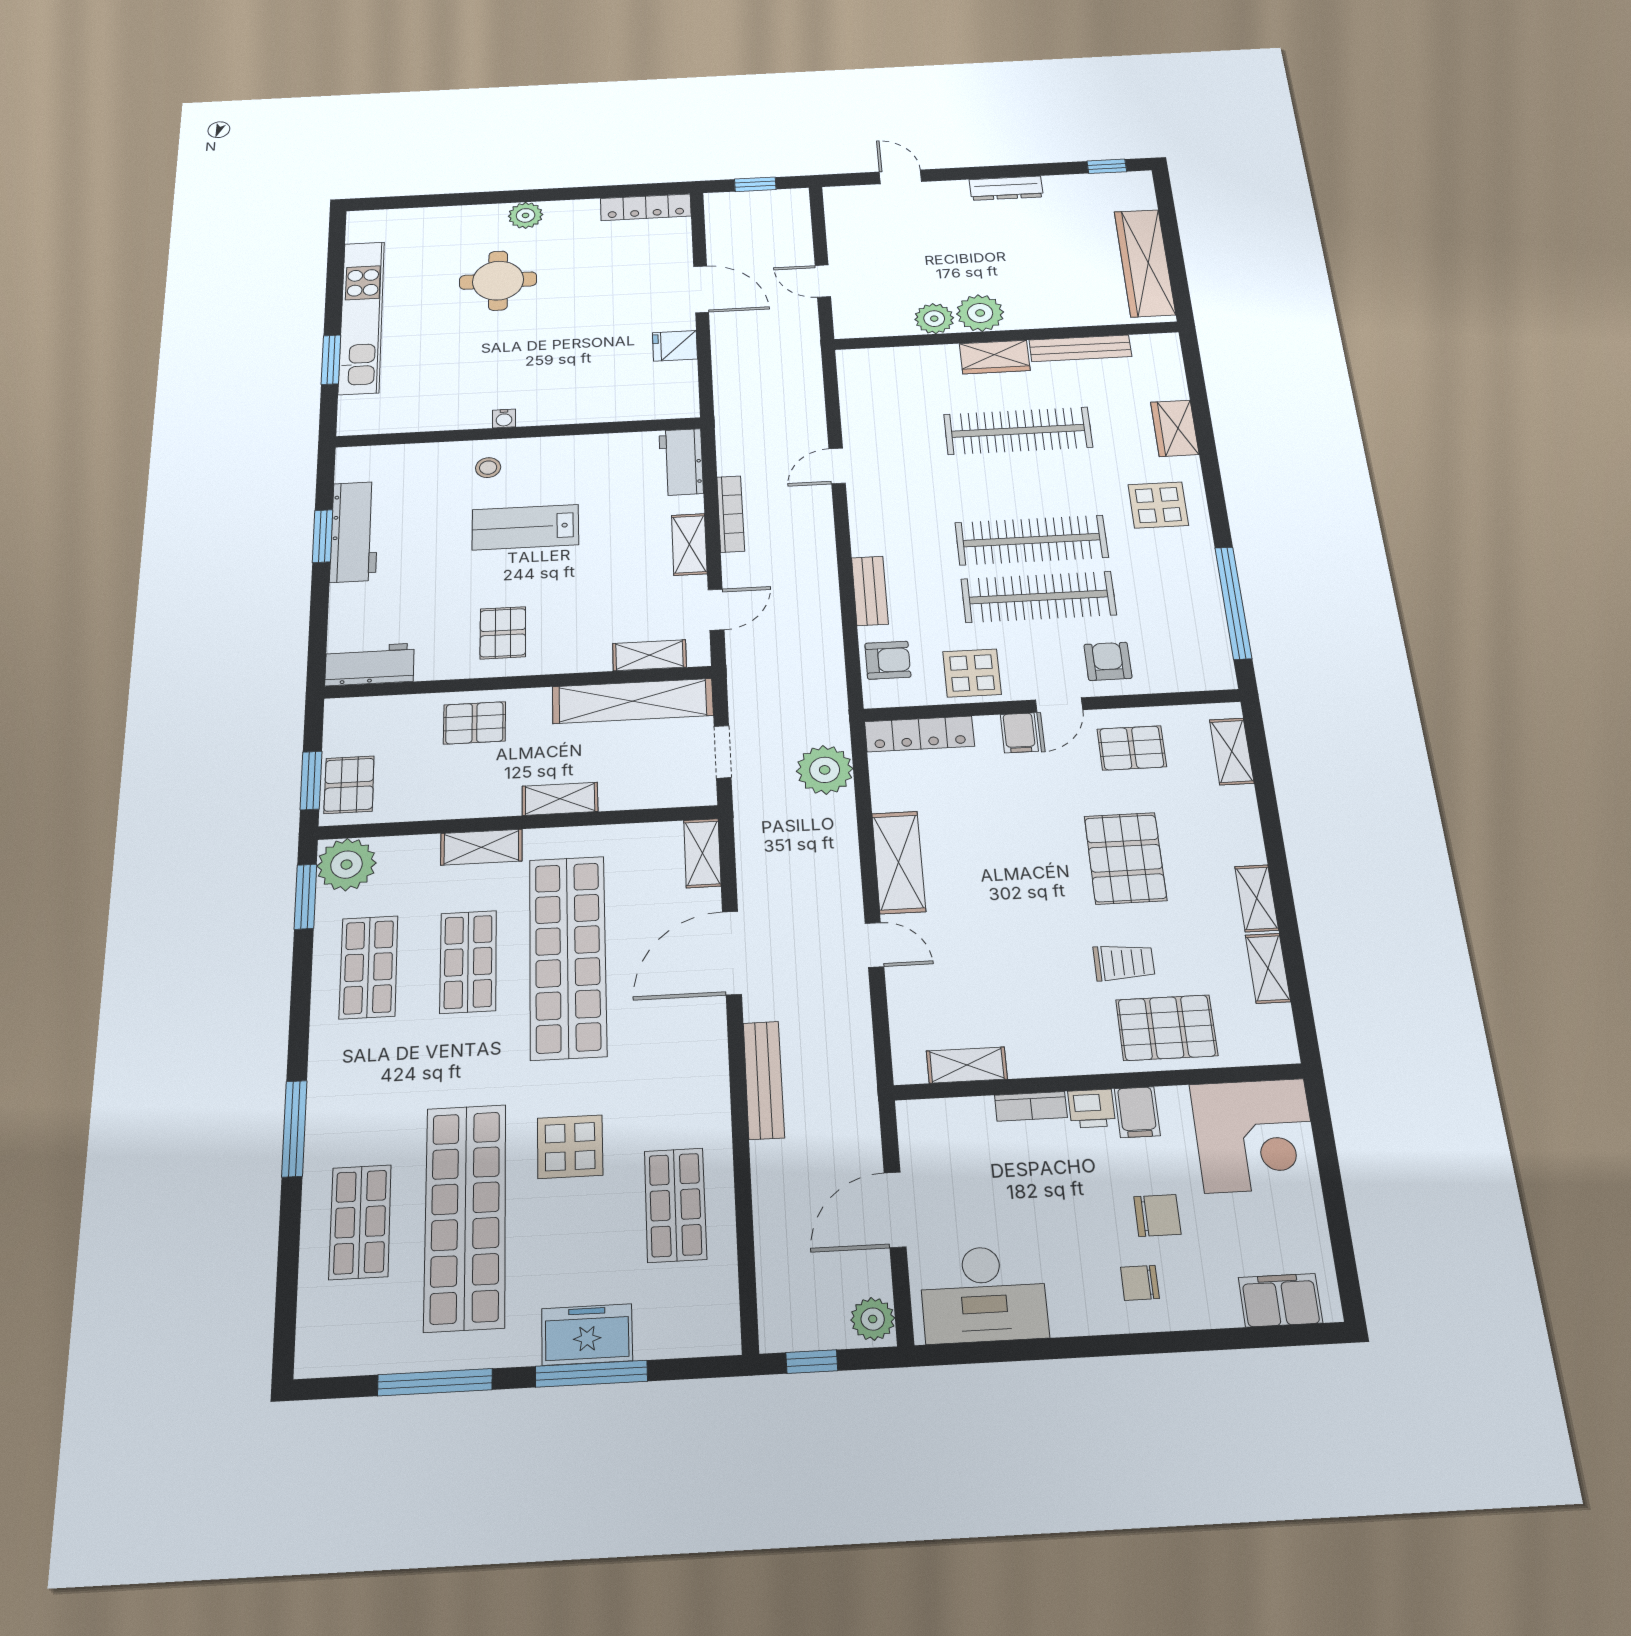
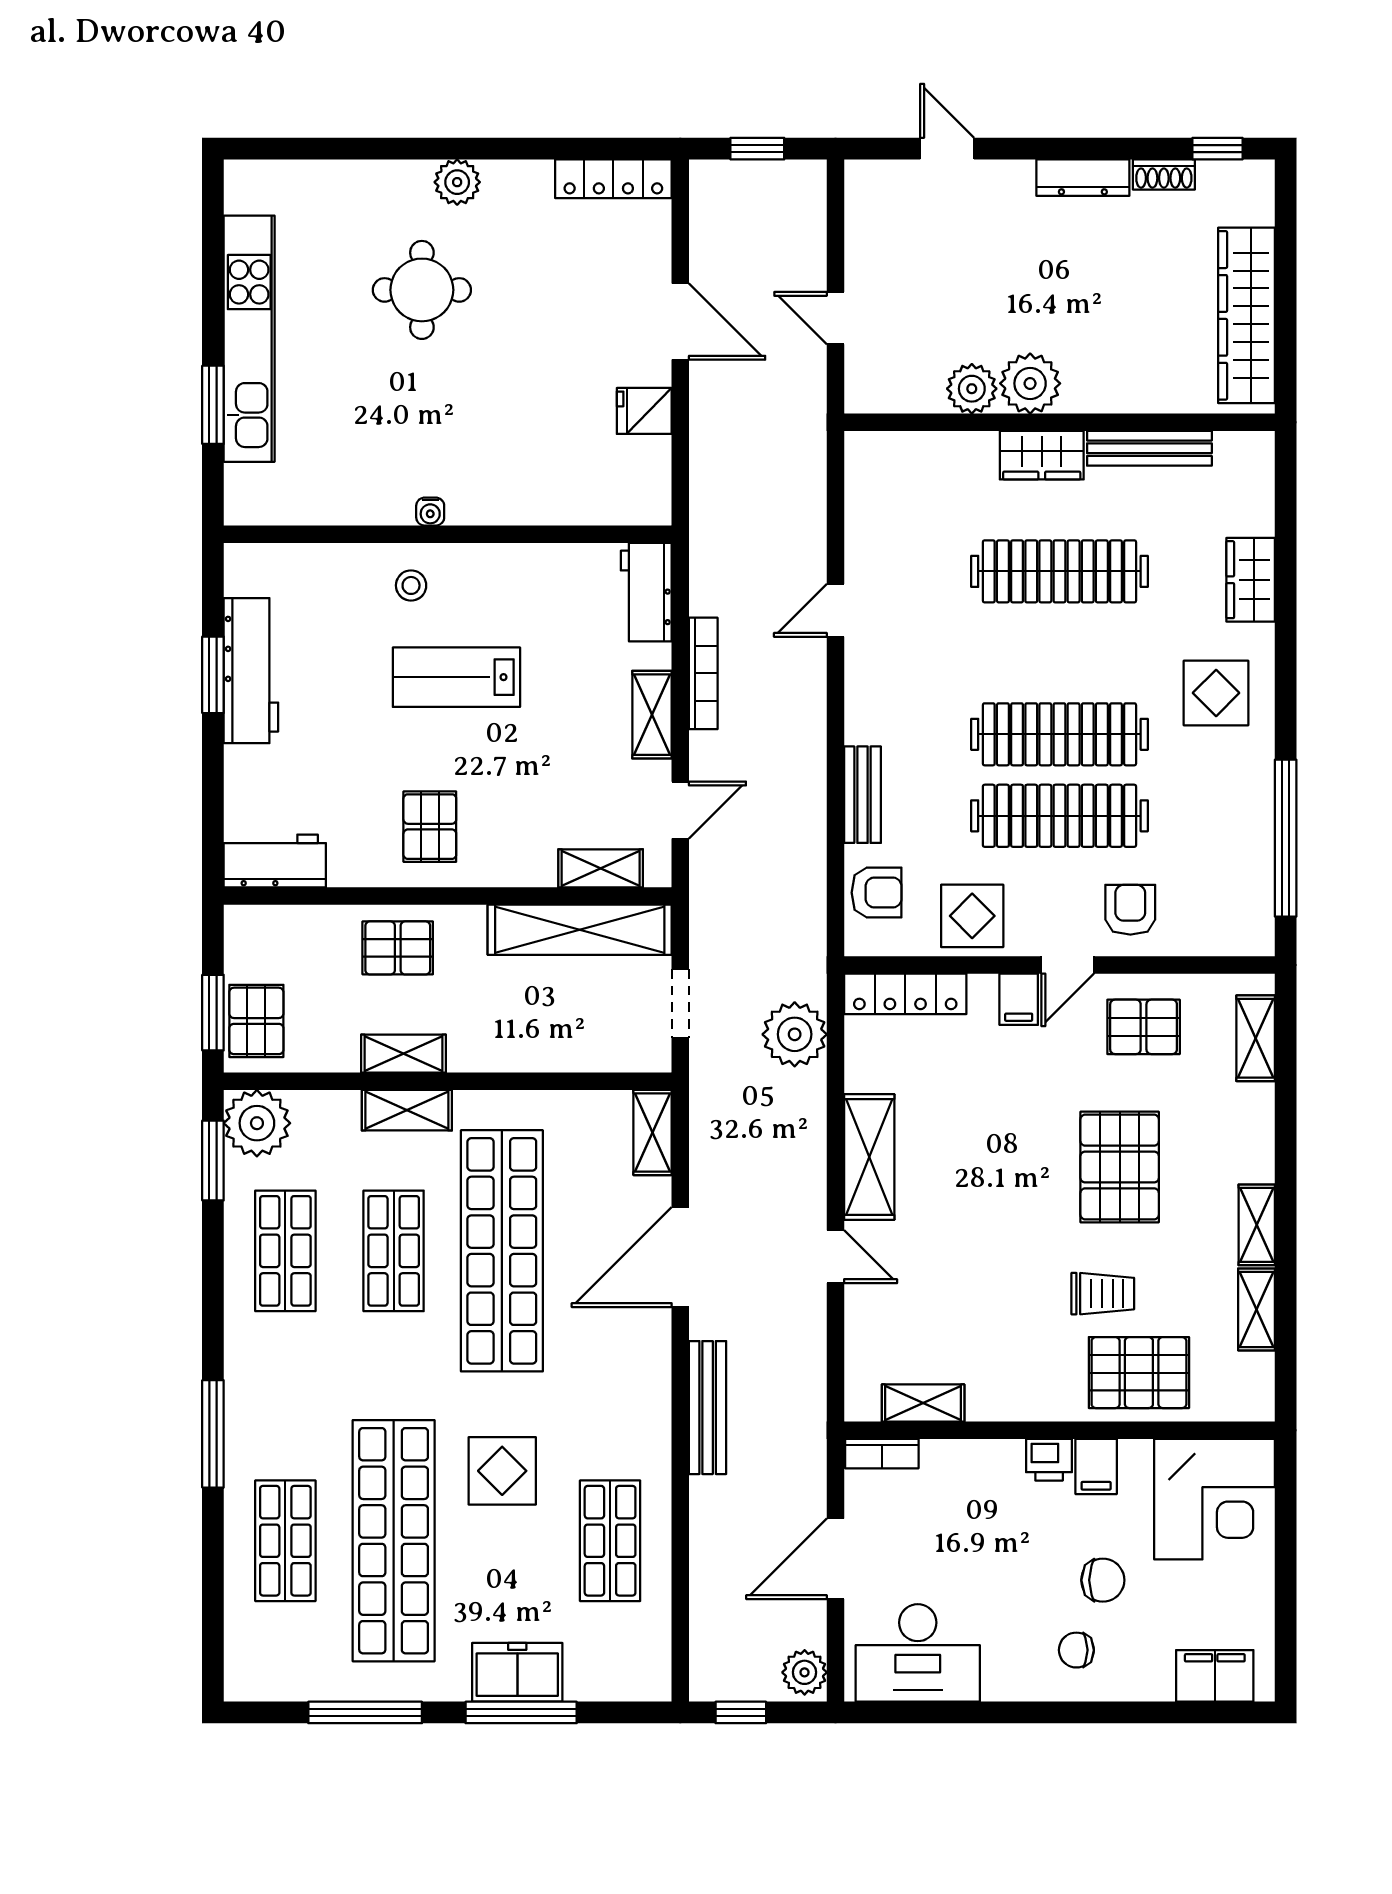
shoe rack: (1068, 183) -> (1164, 174), added
shelving: (560, 799) -> (403, 1054), moved
bookcase: (1031, 1106) -> (882, 1454), moved

